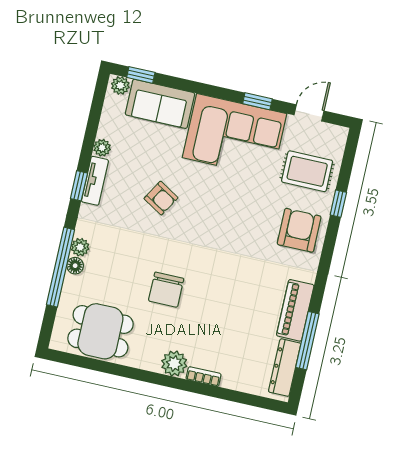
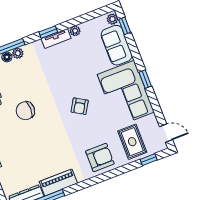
window: (257, 101) -> (145, 79), moved
door: (309, 113) -> (166, 133), moved
armchair: (161, 198) -> (80, 106), moved
window: (338, 204) -> (149, 160), moved

